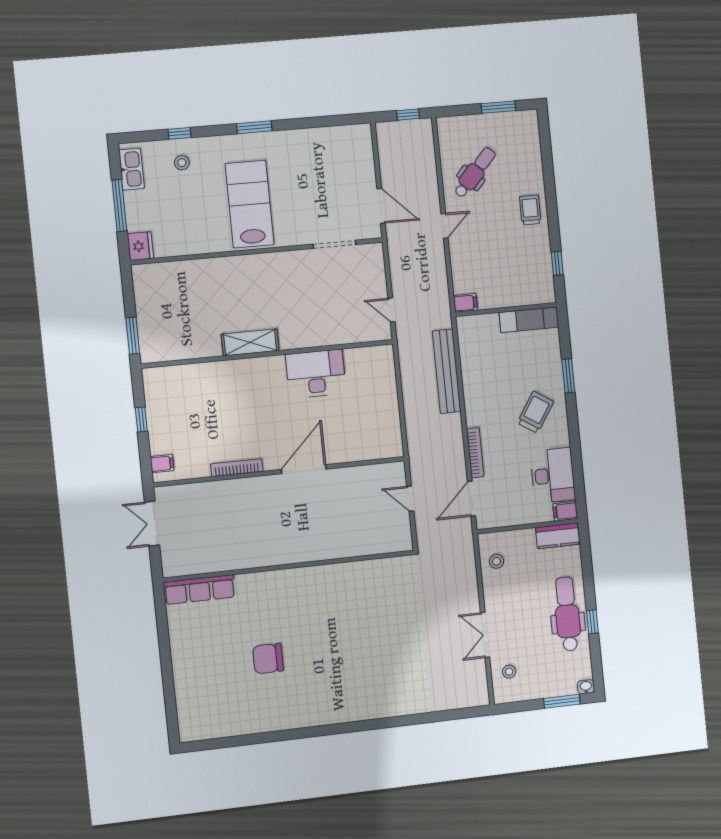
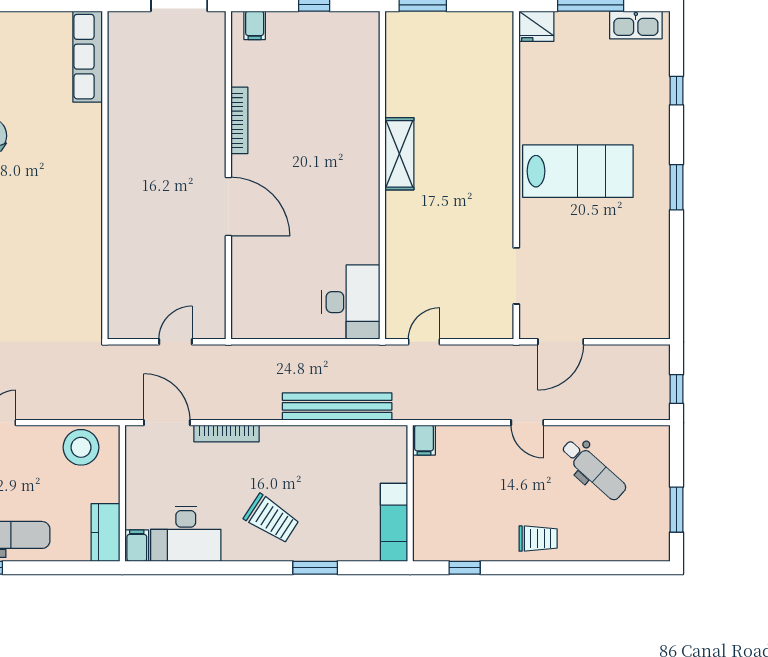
stool: (182, 163) -> (639, 90), removed
desk: (316, 374) -> (351, 302), moved
stool: (496, 561) -> (81, 447), width x1.89, depth x1.89

